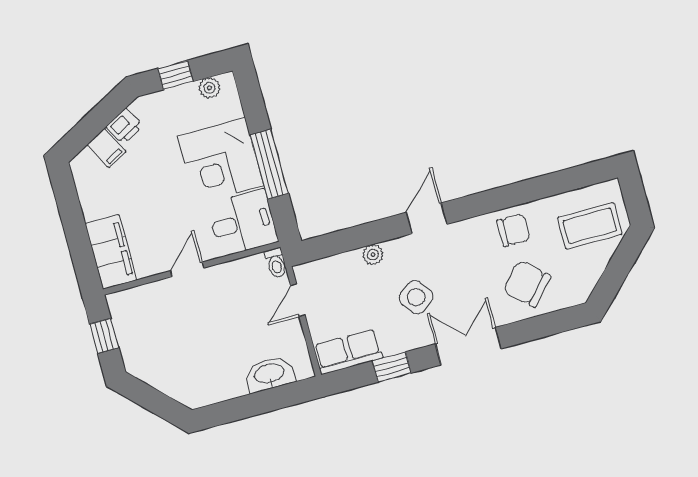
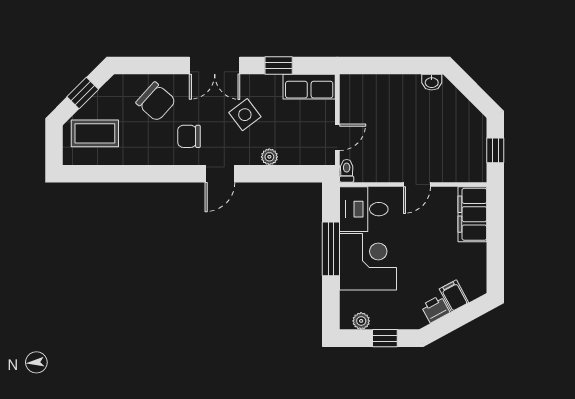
chair: (513, 230) -> (189, 136), moved
window: (617, 270) -> (83, 93), added
washbasin: (269, 374) -> (432, 82), moved, width x0.52, depth x0.69

